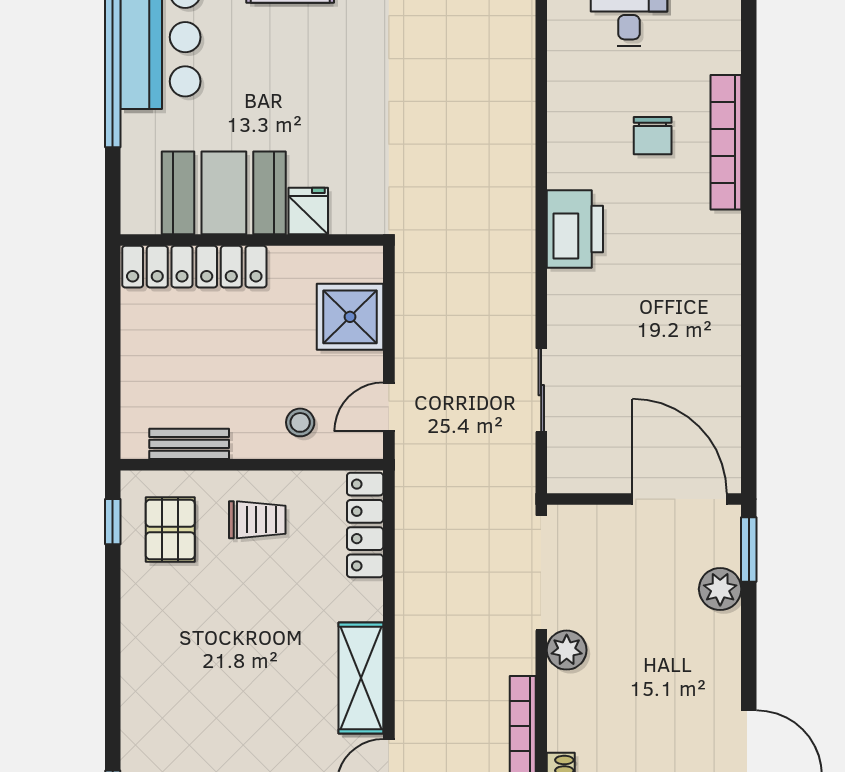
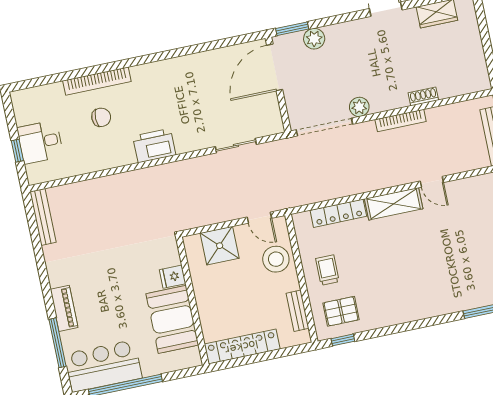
locker: (194, 267) -> (242, 347), moved, turned -90
stool: (300, 422) -> (276, 259), width x1.89, depth x1.89
locker: (365, 525) -> (338, 213), moved

